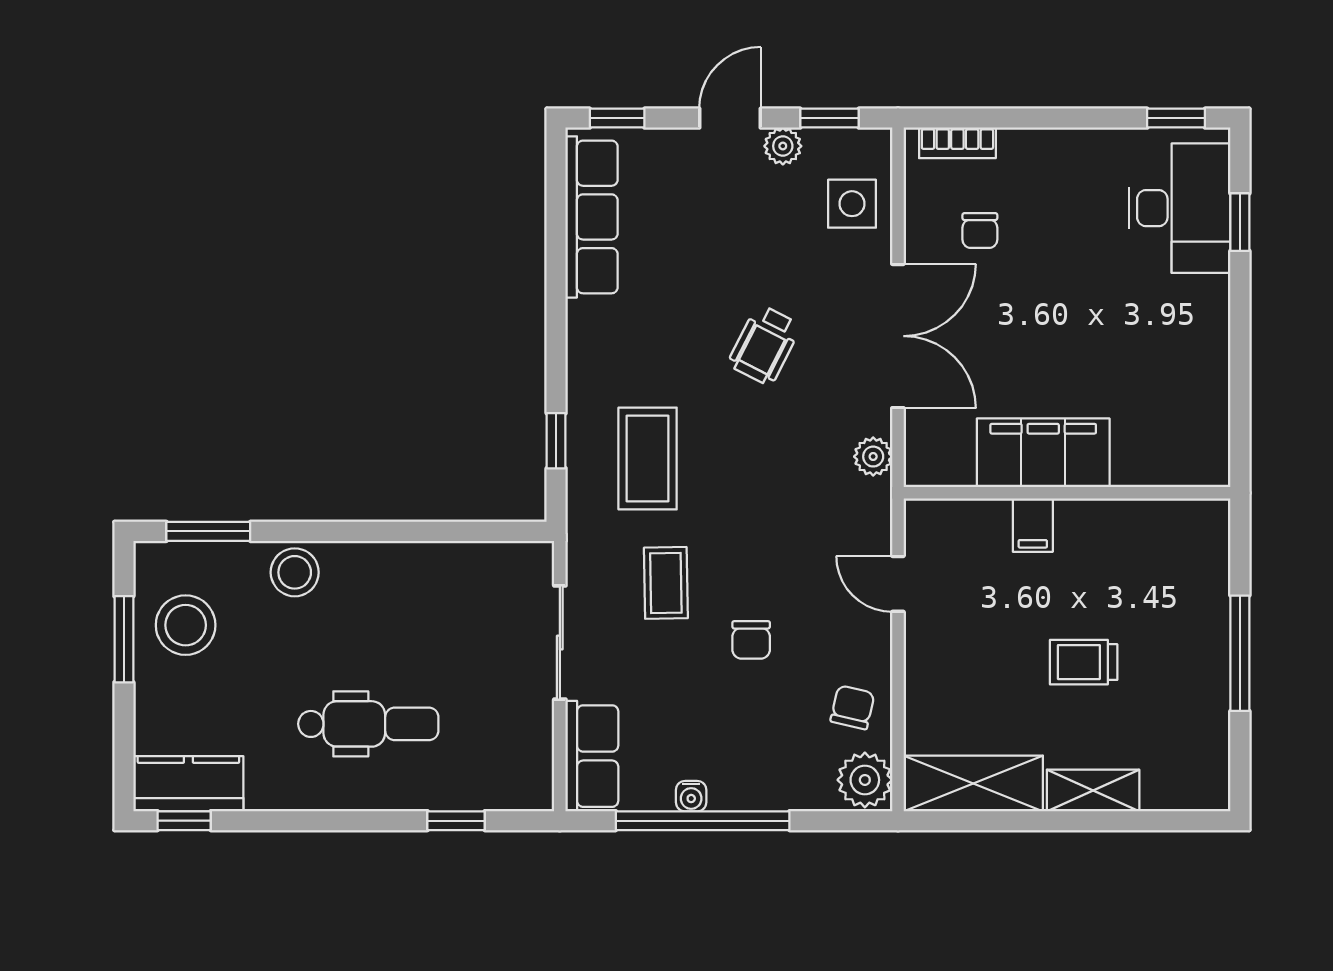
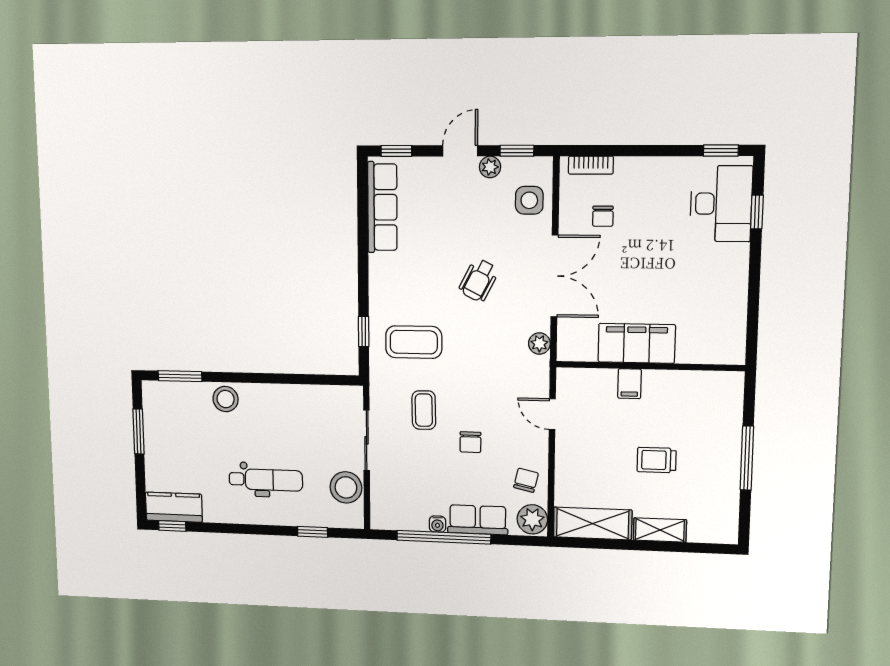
coffee table: (648, 459) -> (414, 342), turned 90
stool: (186, 625) -> (346, 487), moved
row of seats: (592, 756) -> (478, 520), moved, turned -90

